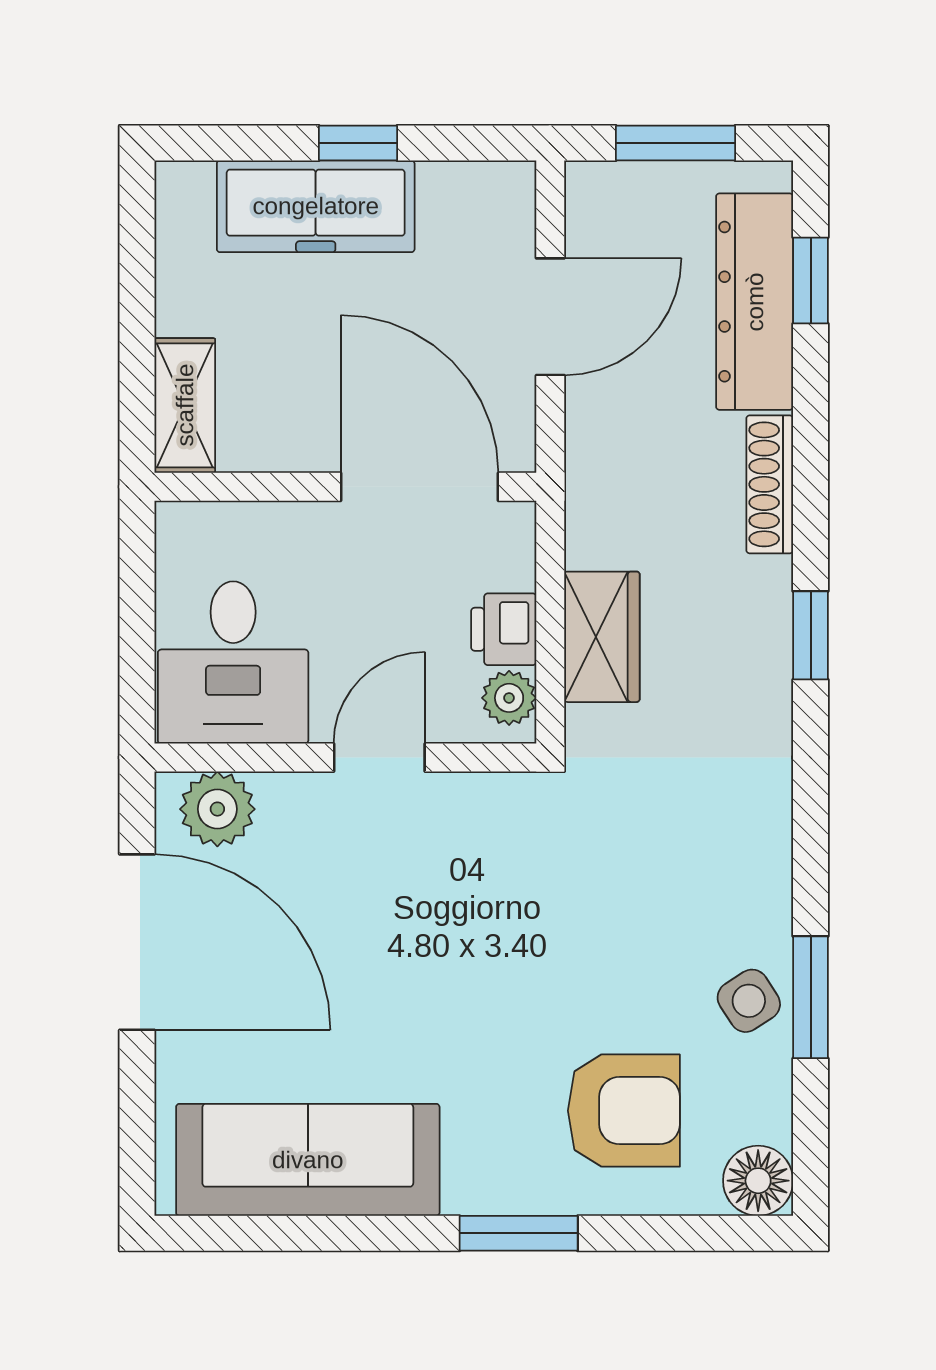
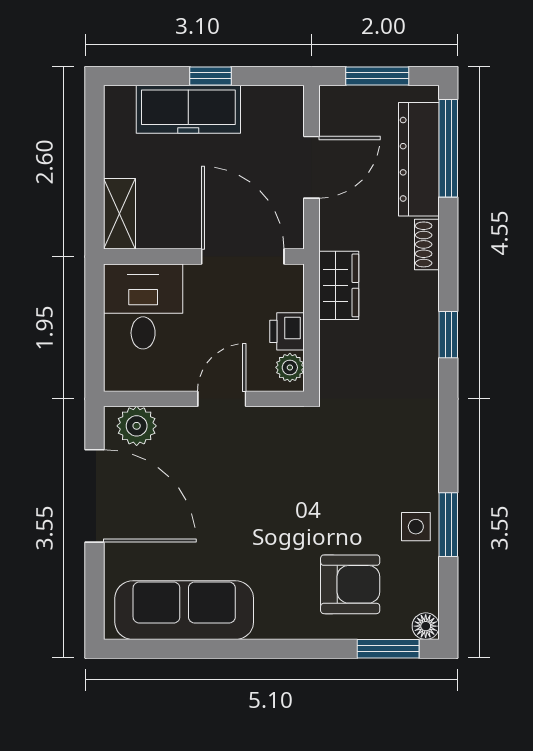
window: (811, 280) -> (448, 148), width x2.17
shoe rack: (770, 484) -> (427, 244), width x0.70
wardrobe: (602, 637) -> (339, 285), moved
desk: (233, 662) -> (143, 306), moved, turned 180
side table: (749, 1001) -> (416, 527), turned 33
floor lamp: (758, 1181) -> (426, 626), width x0.73, depth x0.73
window: (519, 1233) -> (388, 649), moved

